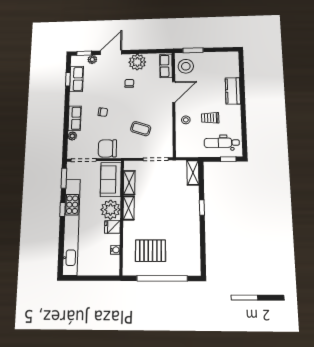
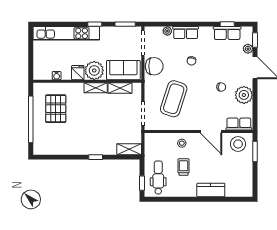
coffee table: (141, 129) -> (174, 99), width x1.86, depth x1.72
chair: (107, 148) -> (154, 66), turned 90
kitchen unit: (71, 227) -> (66, 33), width x0.73

